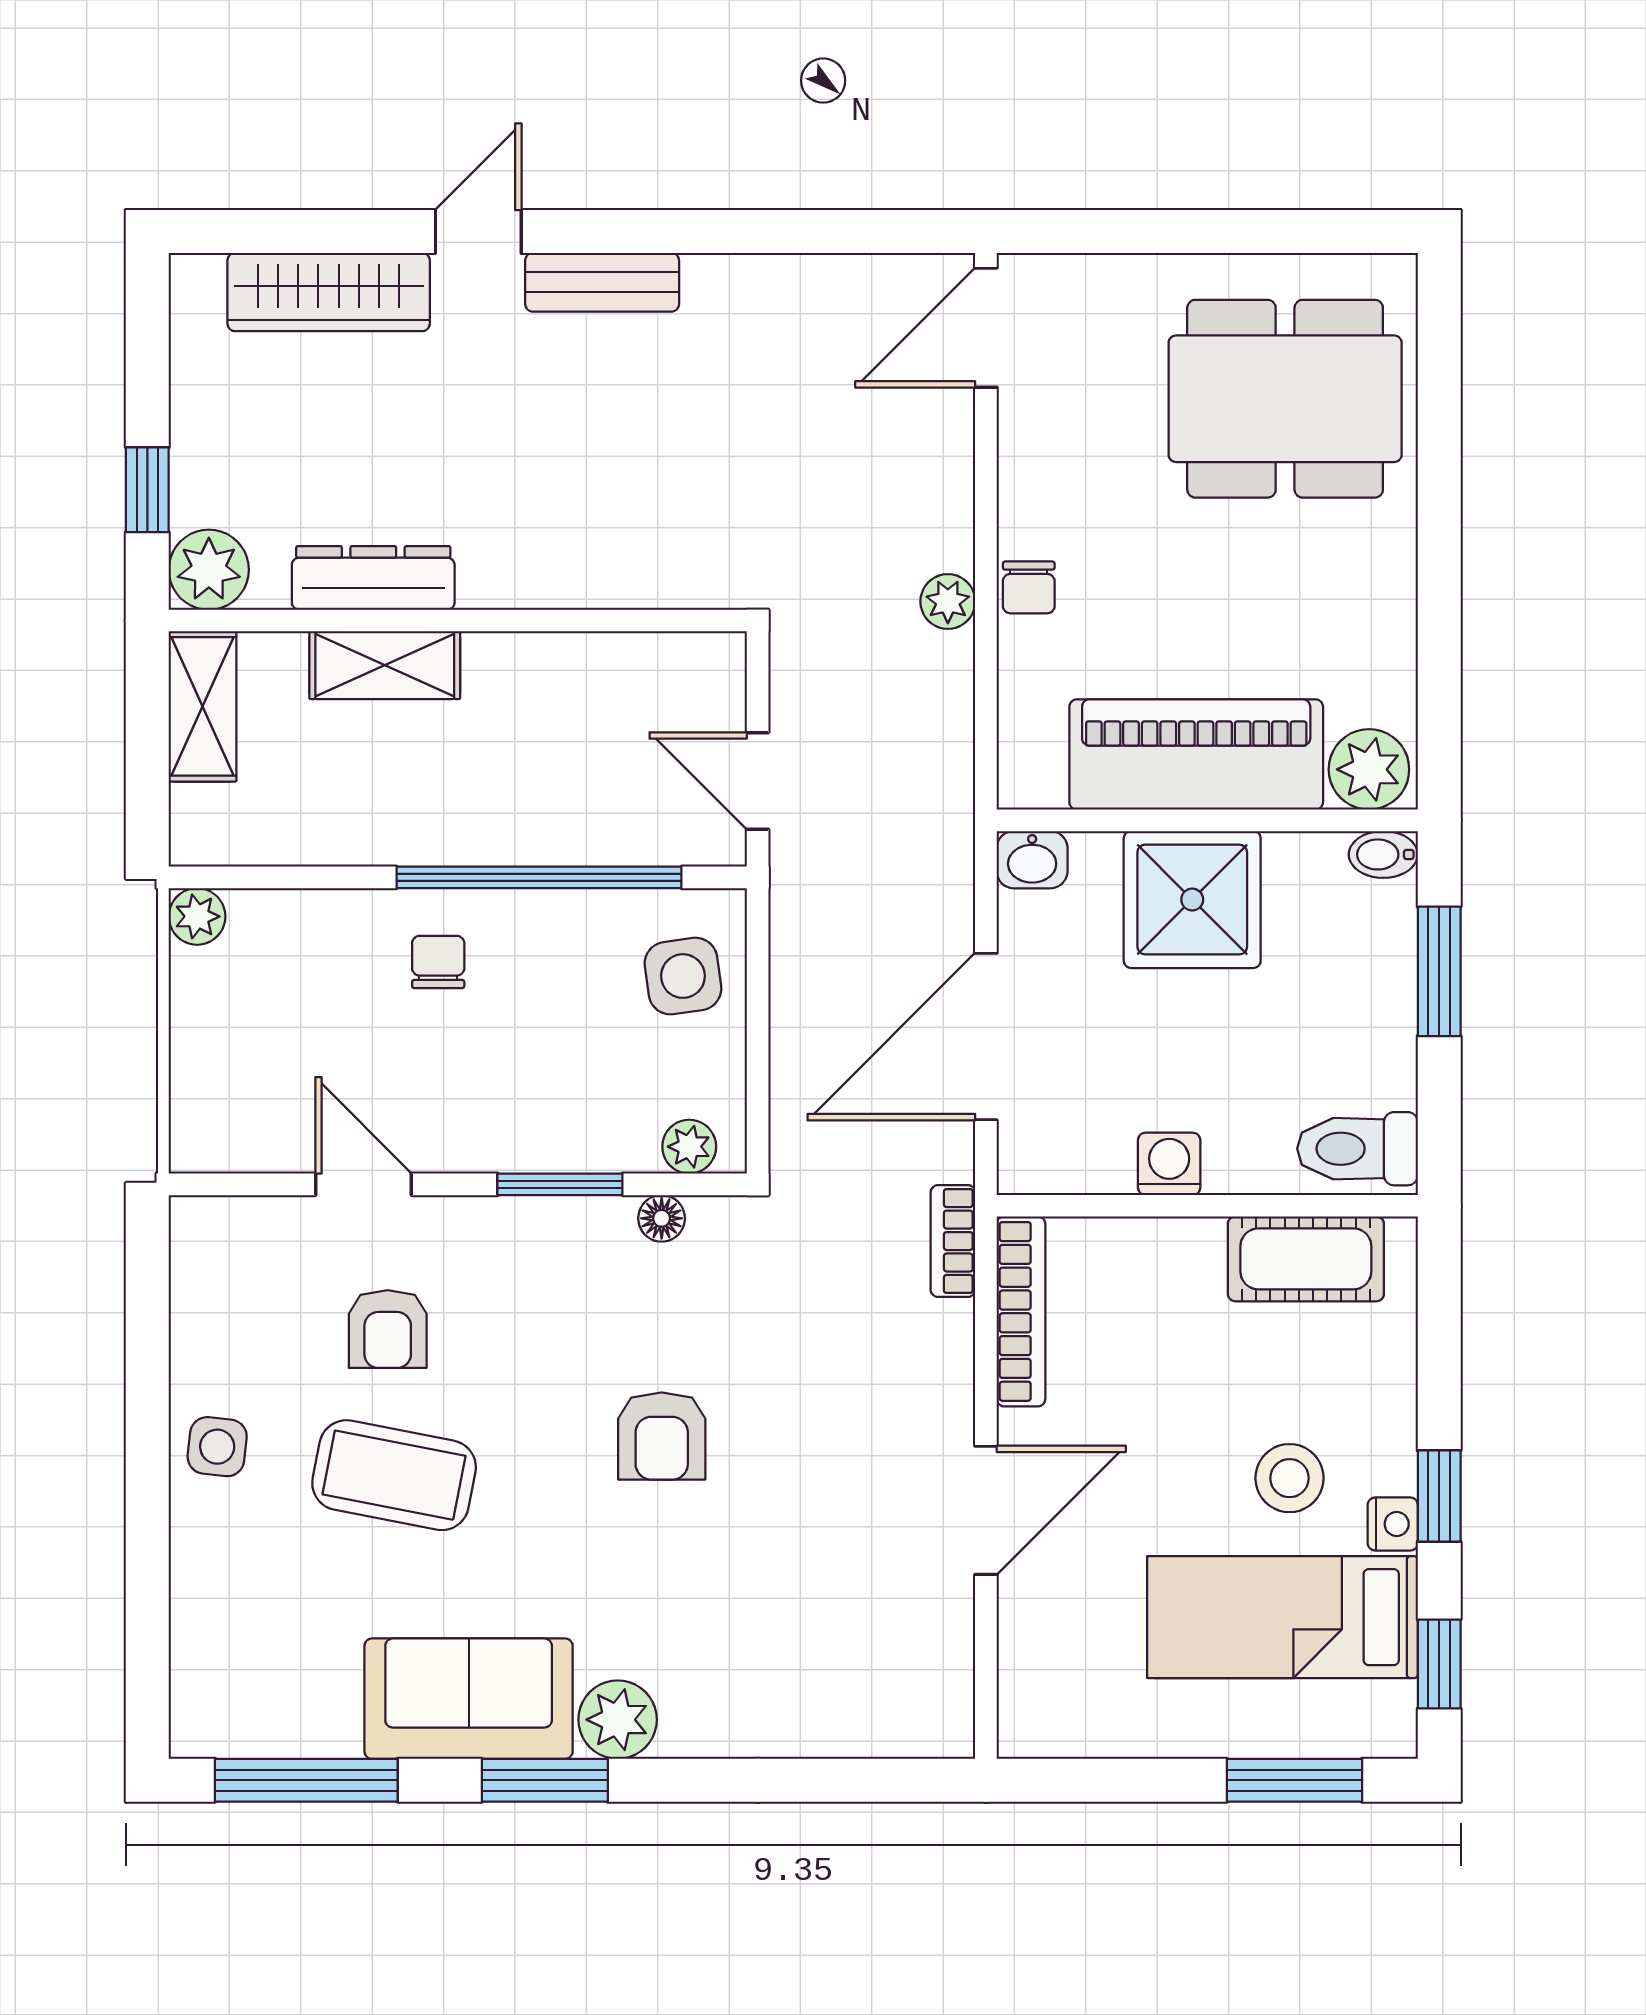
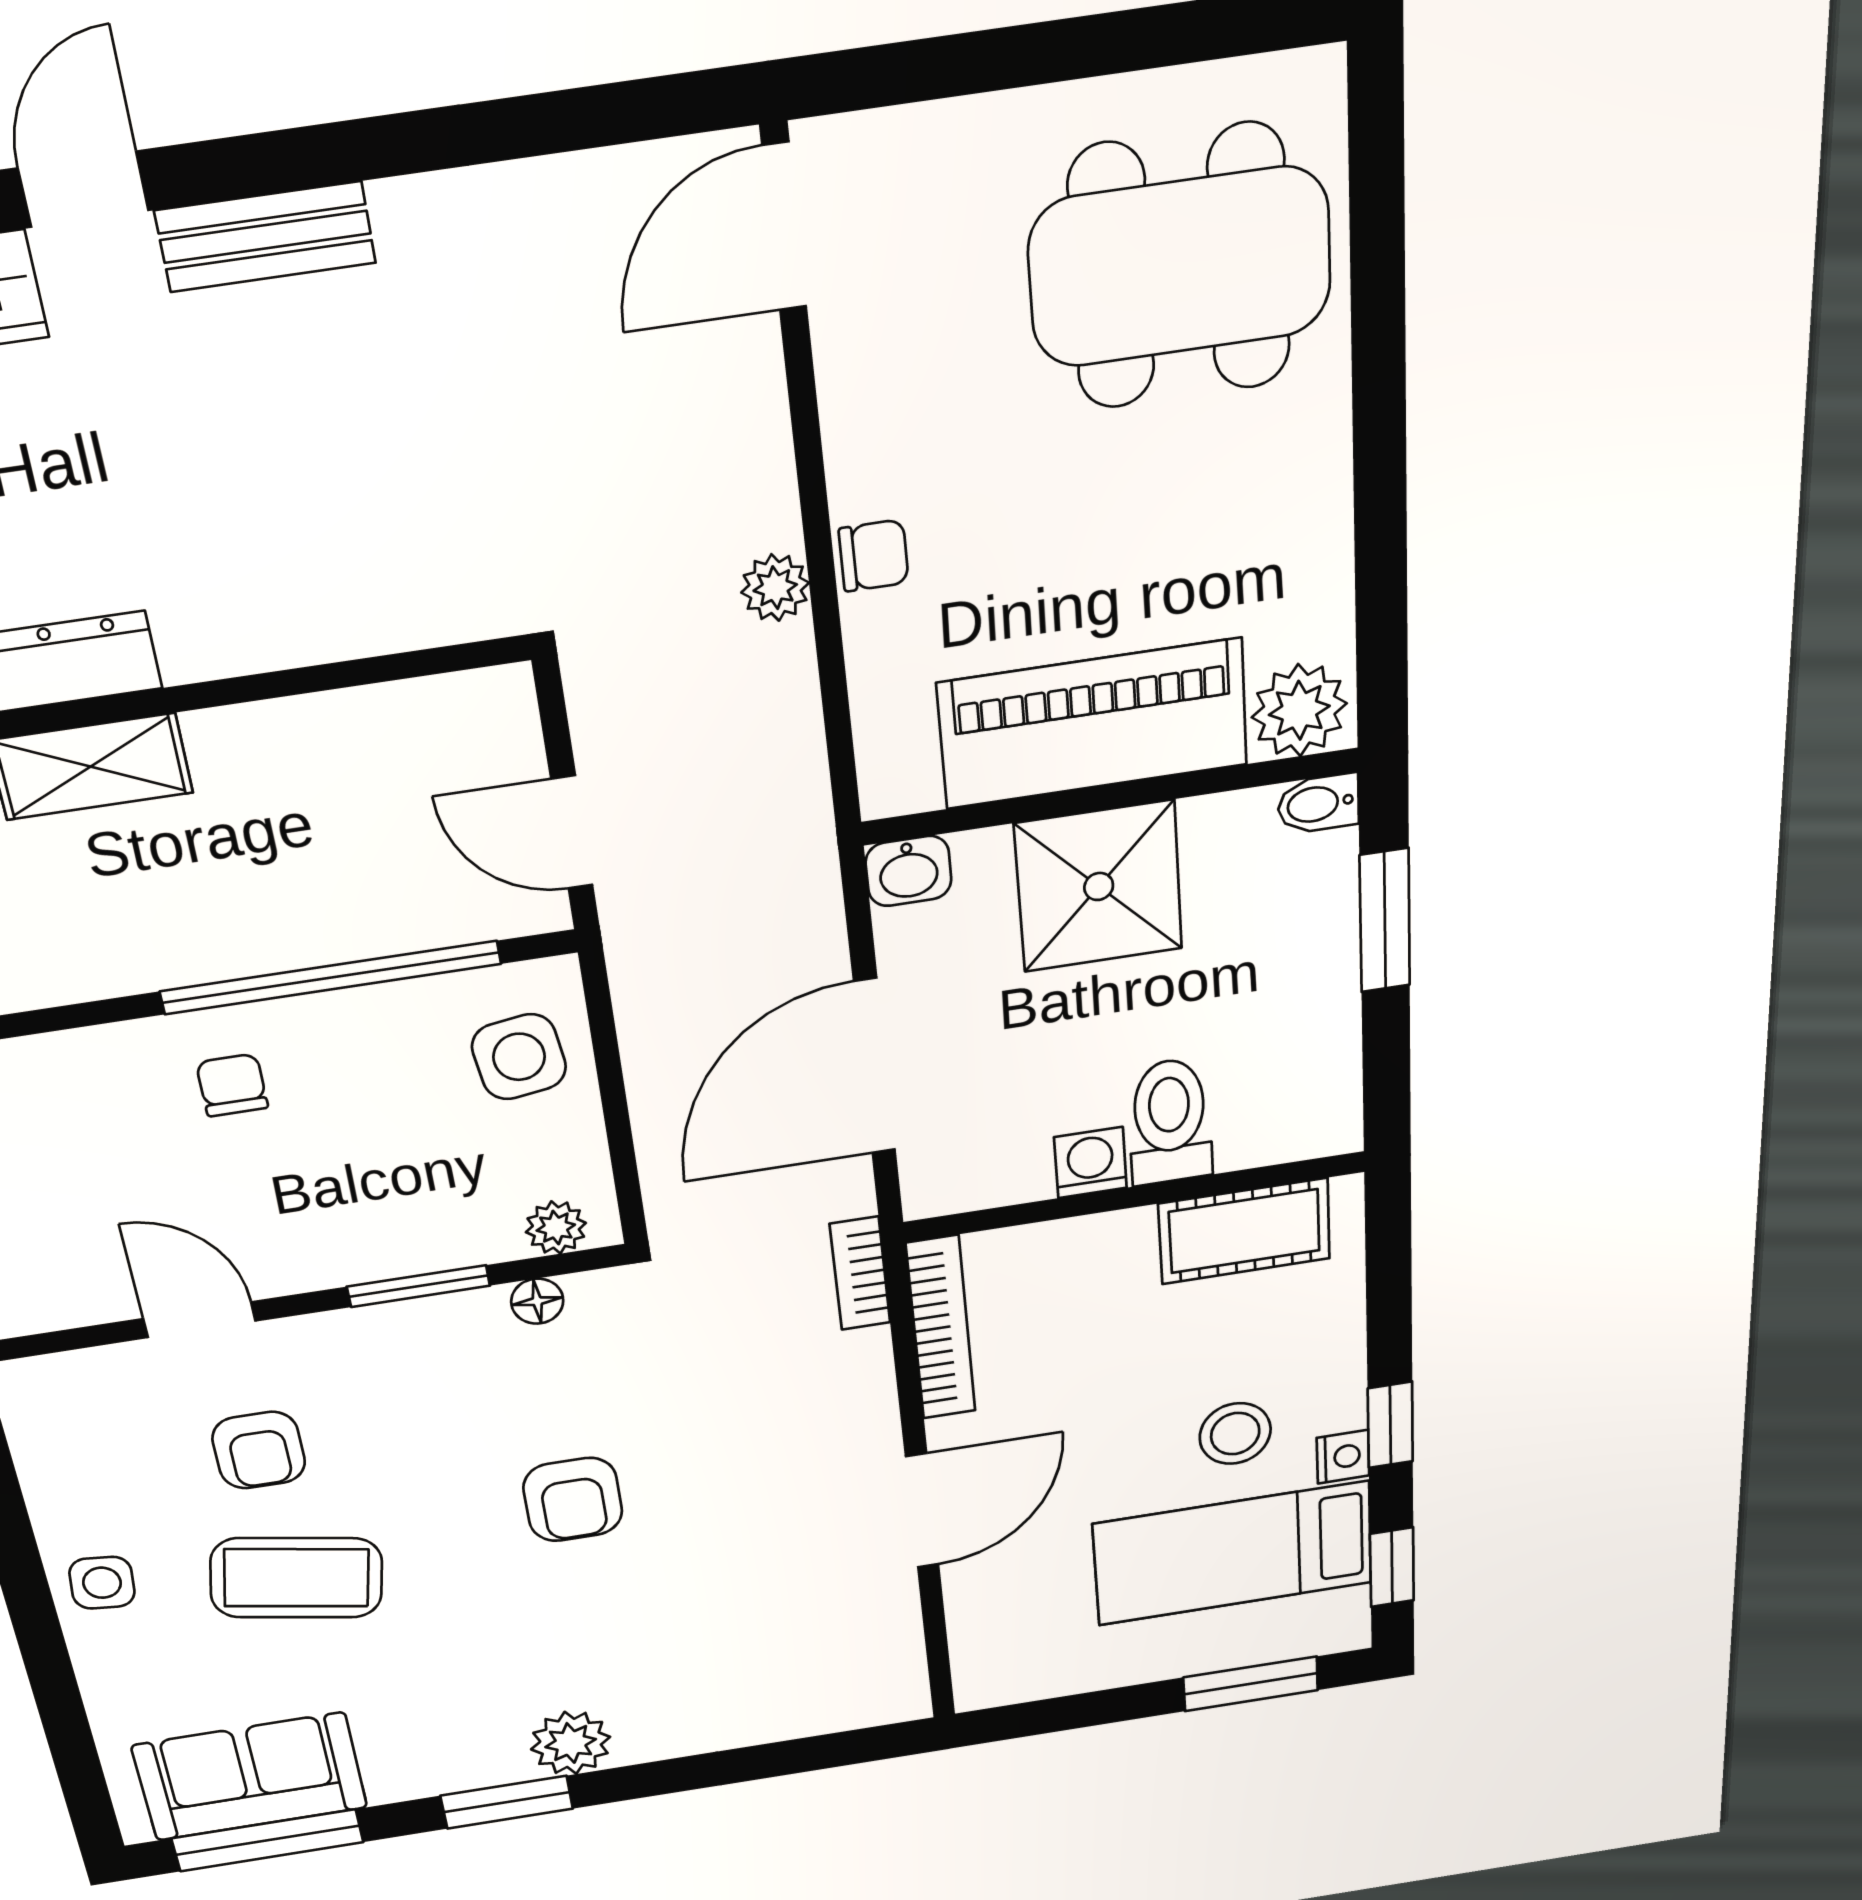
chair: (1029, 587) -> (874, 556), turned -90
toilet: (1357, 1149) -> (1170, 1122), moved, turned 90
sofa: (469, 1699) -> (250, 1777), moved

